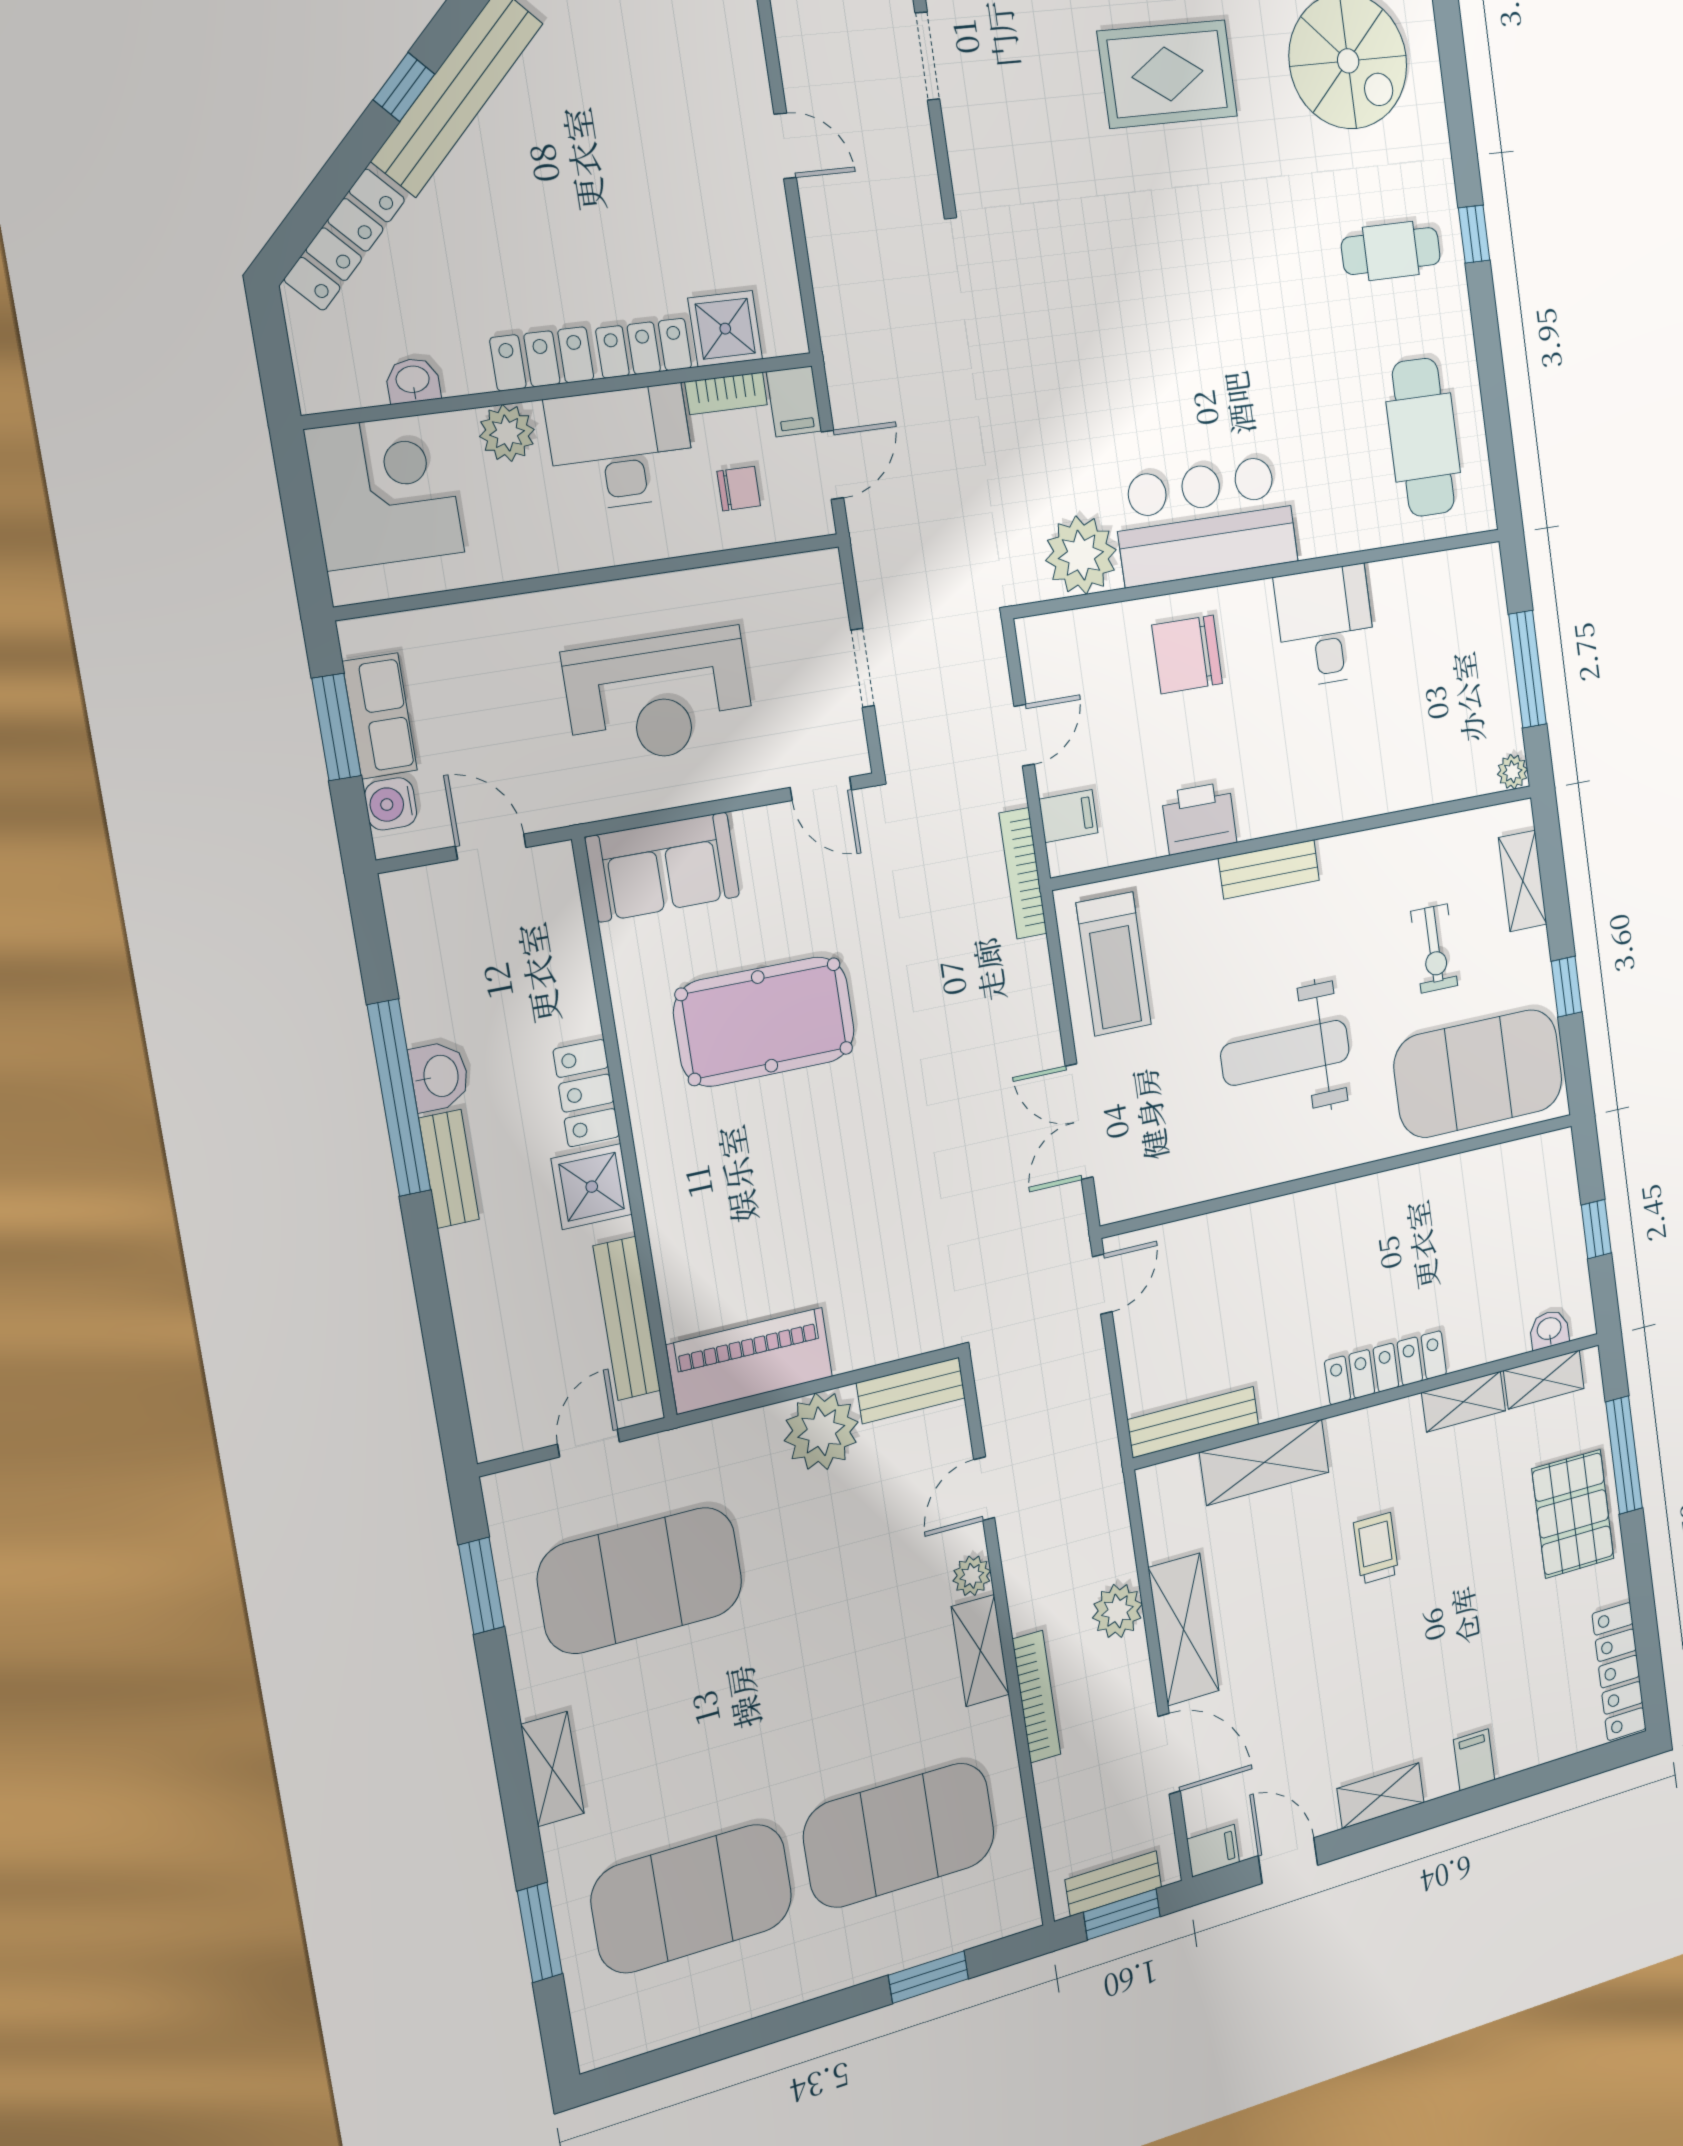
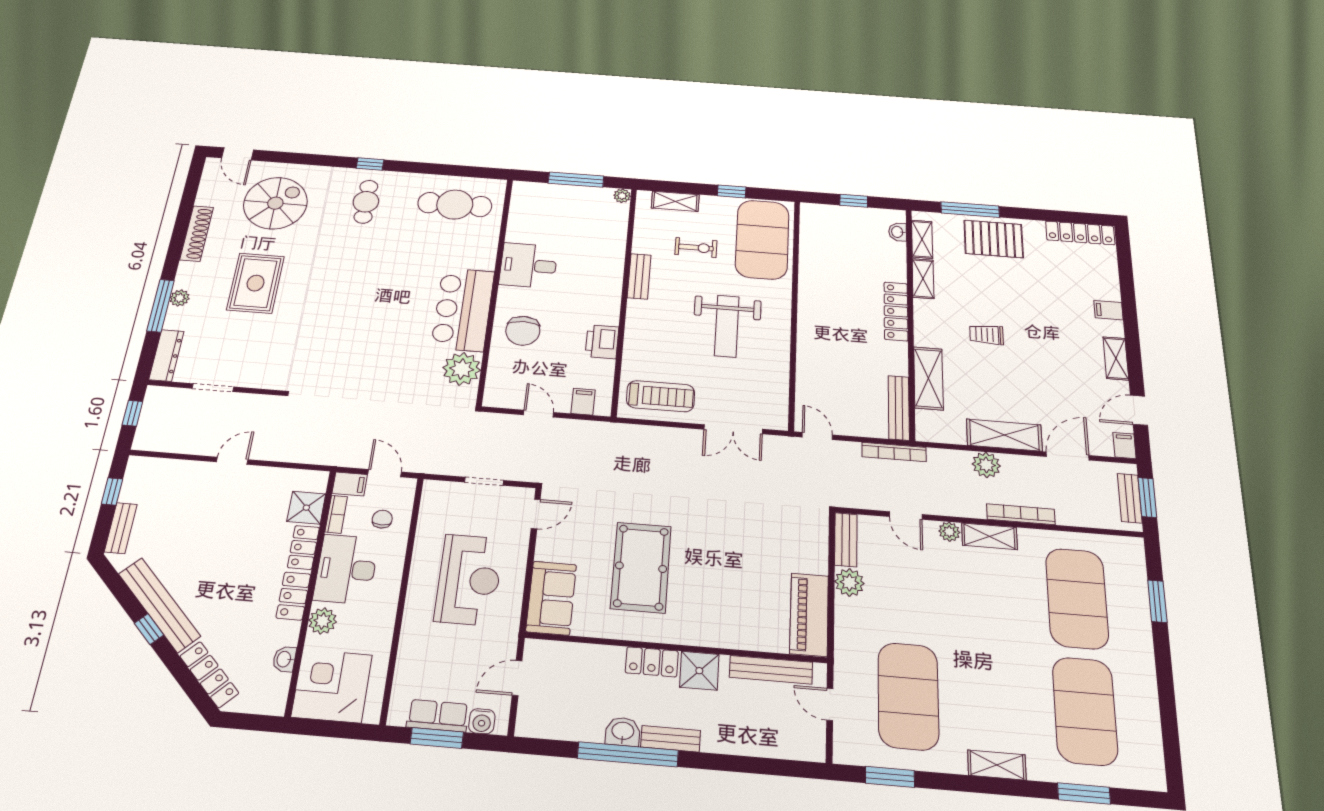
bench: (1269, 869) -> (639, 276), moved
bookcase: (1023, 873) -> (894, 452), moved
plant: (821, 1431) -> (849, 582), width x0.73, depth x0.73

